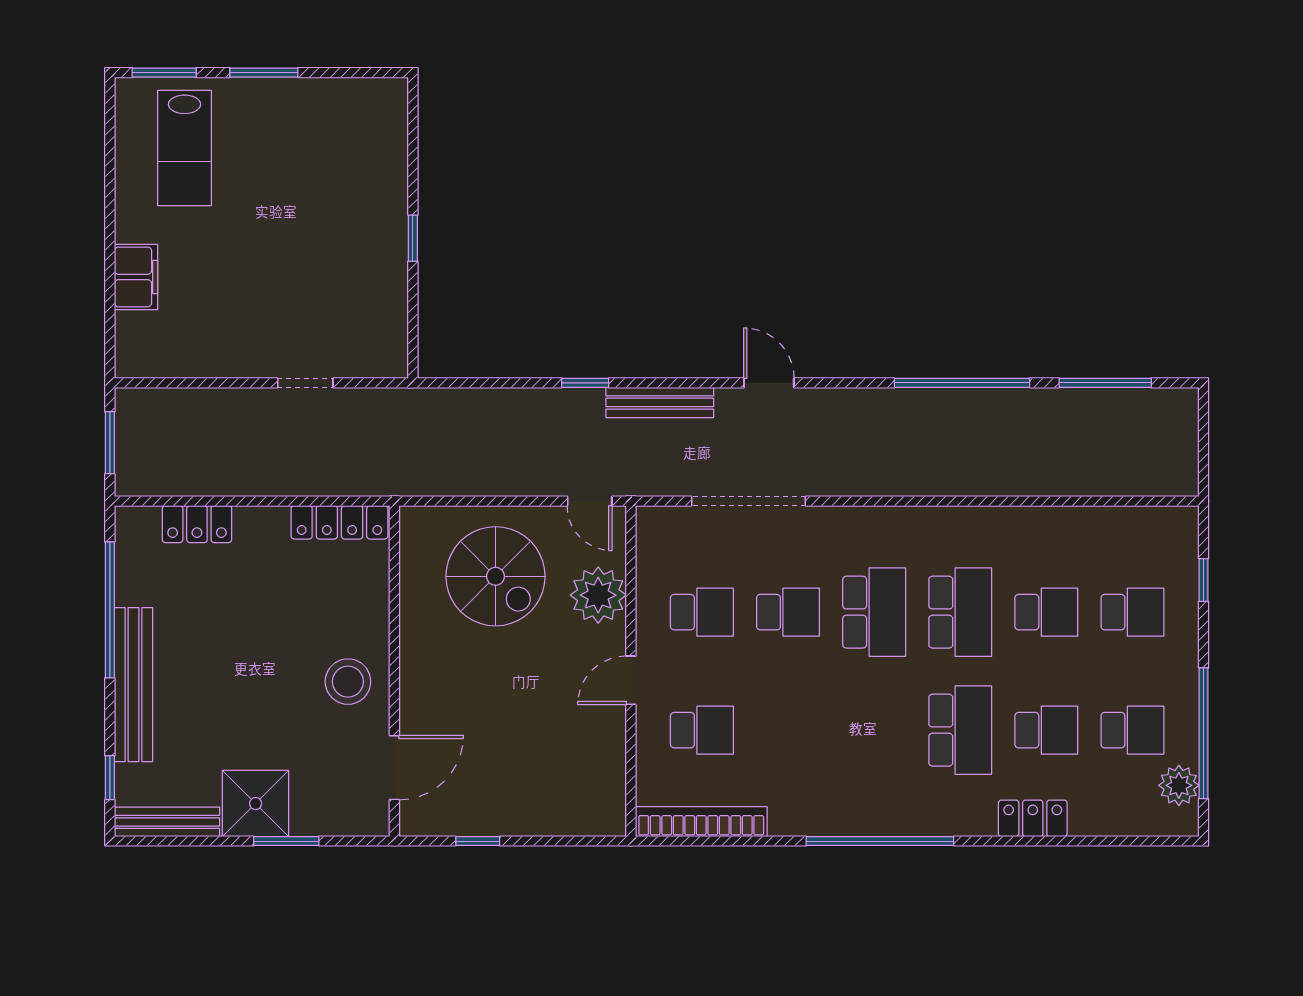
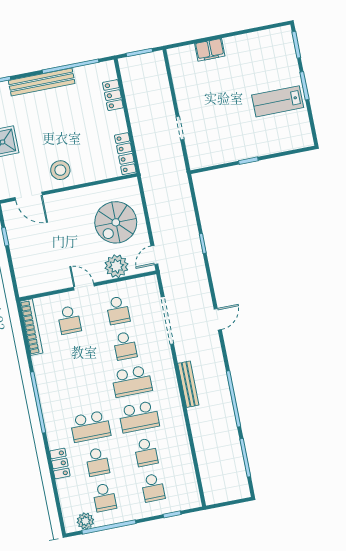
lab bench: (185, 148) -> (278, 101), moved
bench: (660, 402) -> (188, 384), moved

